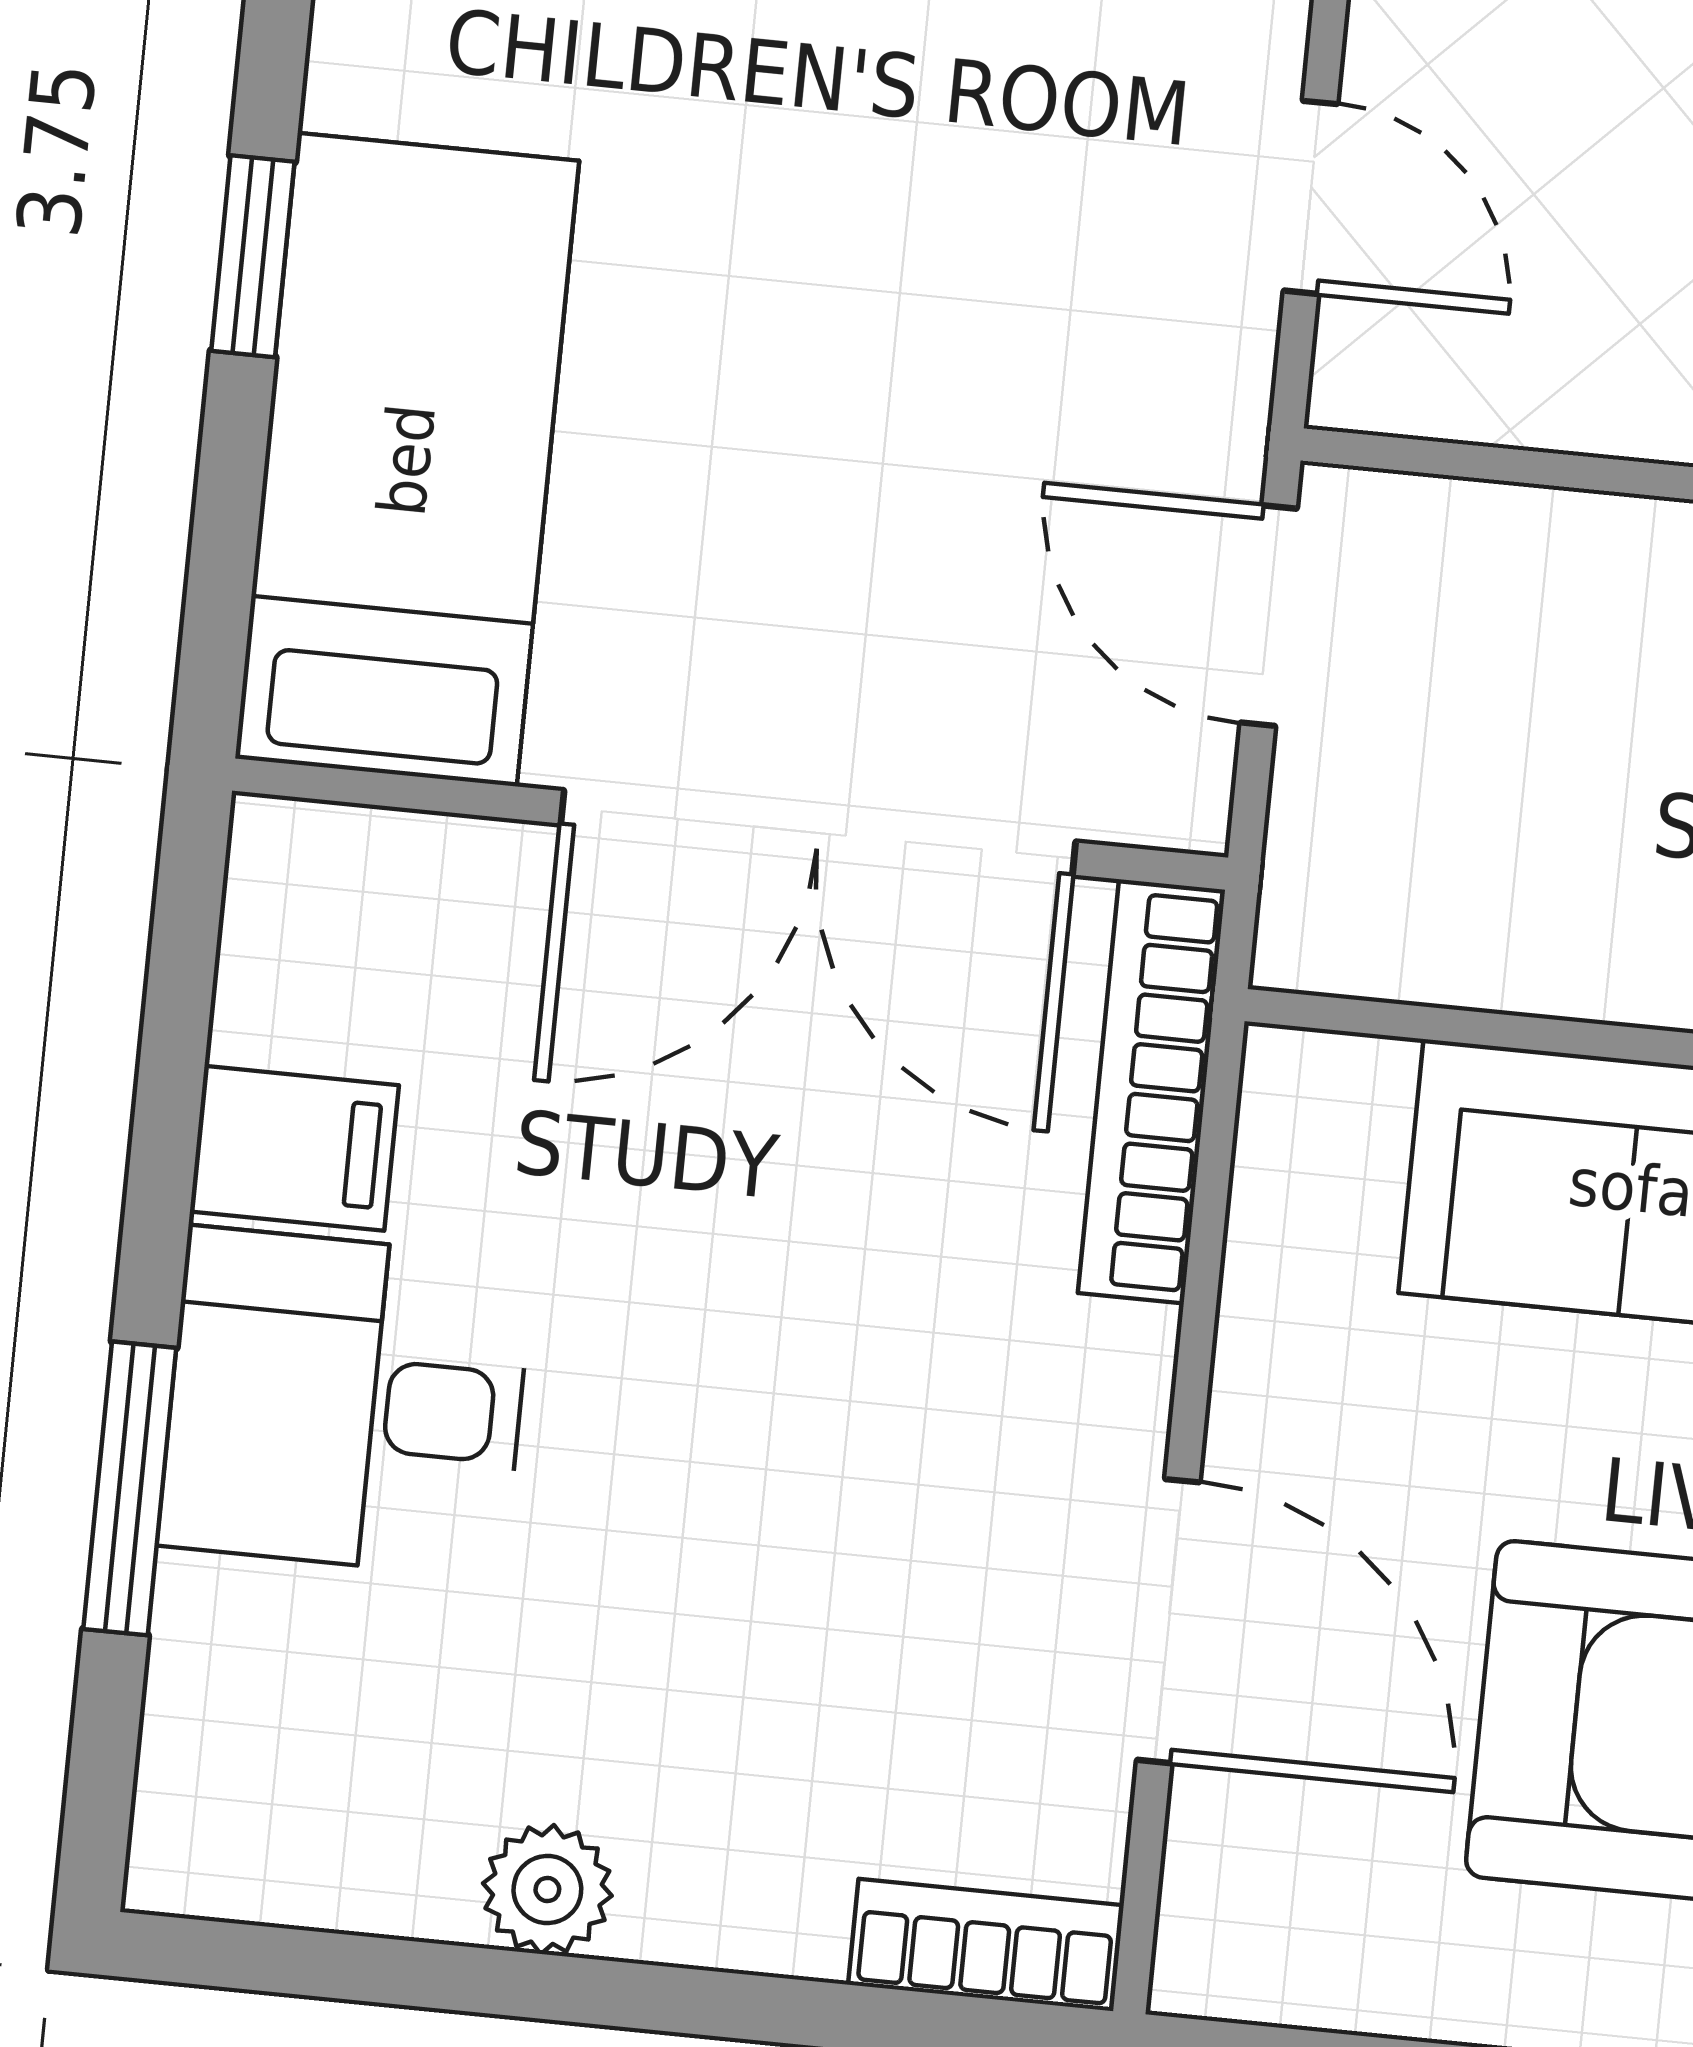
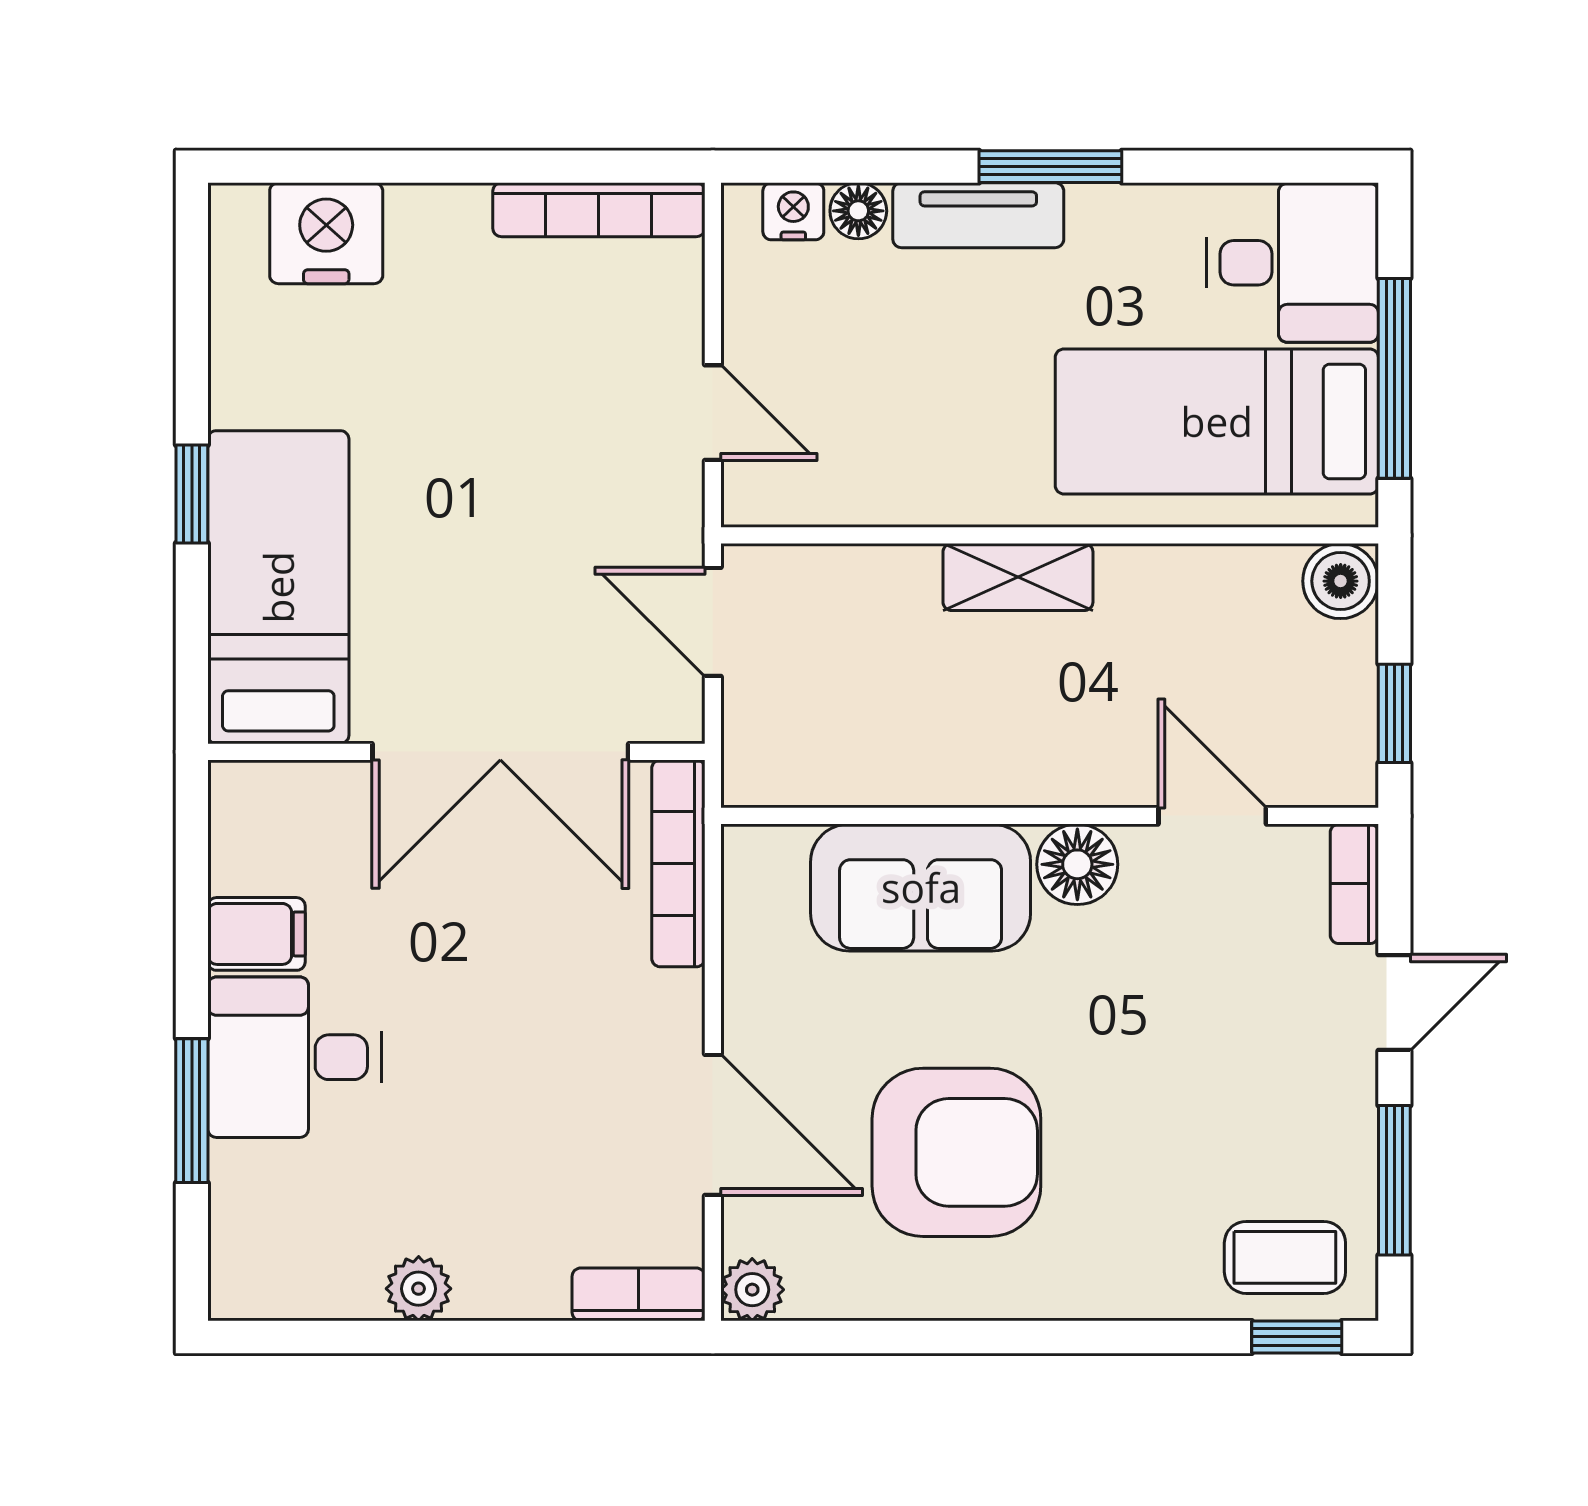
plant: (1214, 1958) -> (752, 1290), added

